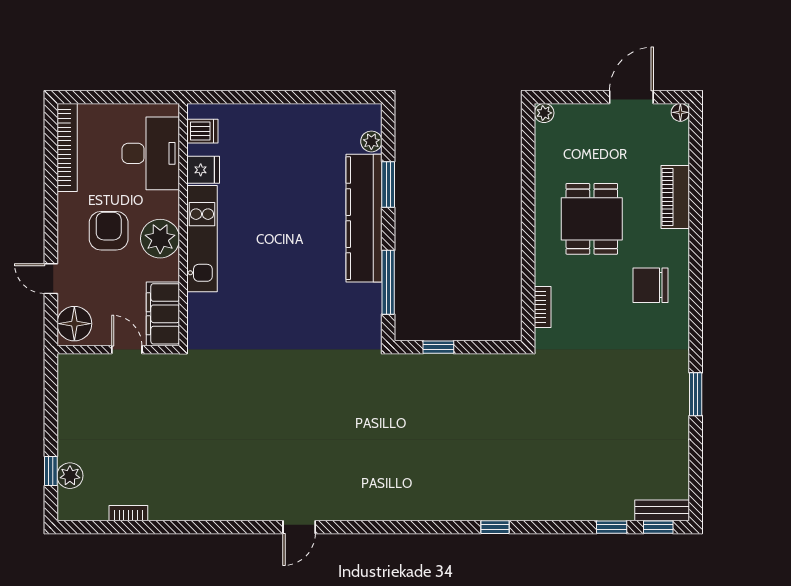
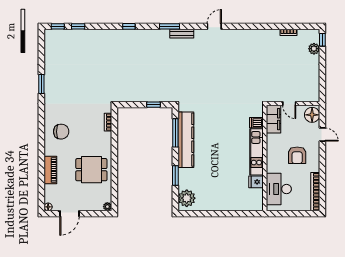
dishwasher: (202, 131) -> (256, 123), moved
plant: (371, 141) -> (187, 198), width x1.88, depth x1.88
kitchen counter: (364, 218) -> (186, 140), moved
dining table: (592, 219) -> (91, 170), moved, turned 90
plant: (160, 239) -> (275, 152), removed
window: (51, 471) -> (322, 40), moved
bench: (662, 510) -> (182, 34), moved
window: (402, 527) -> (169, 26), added

